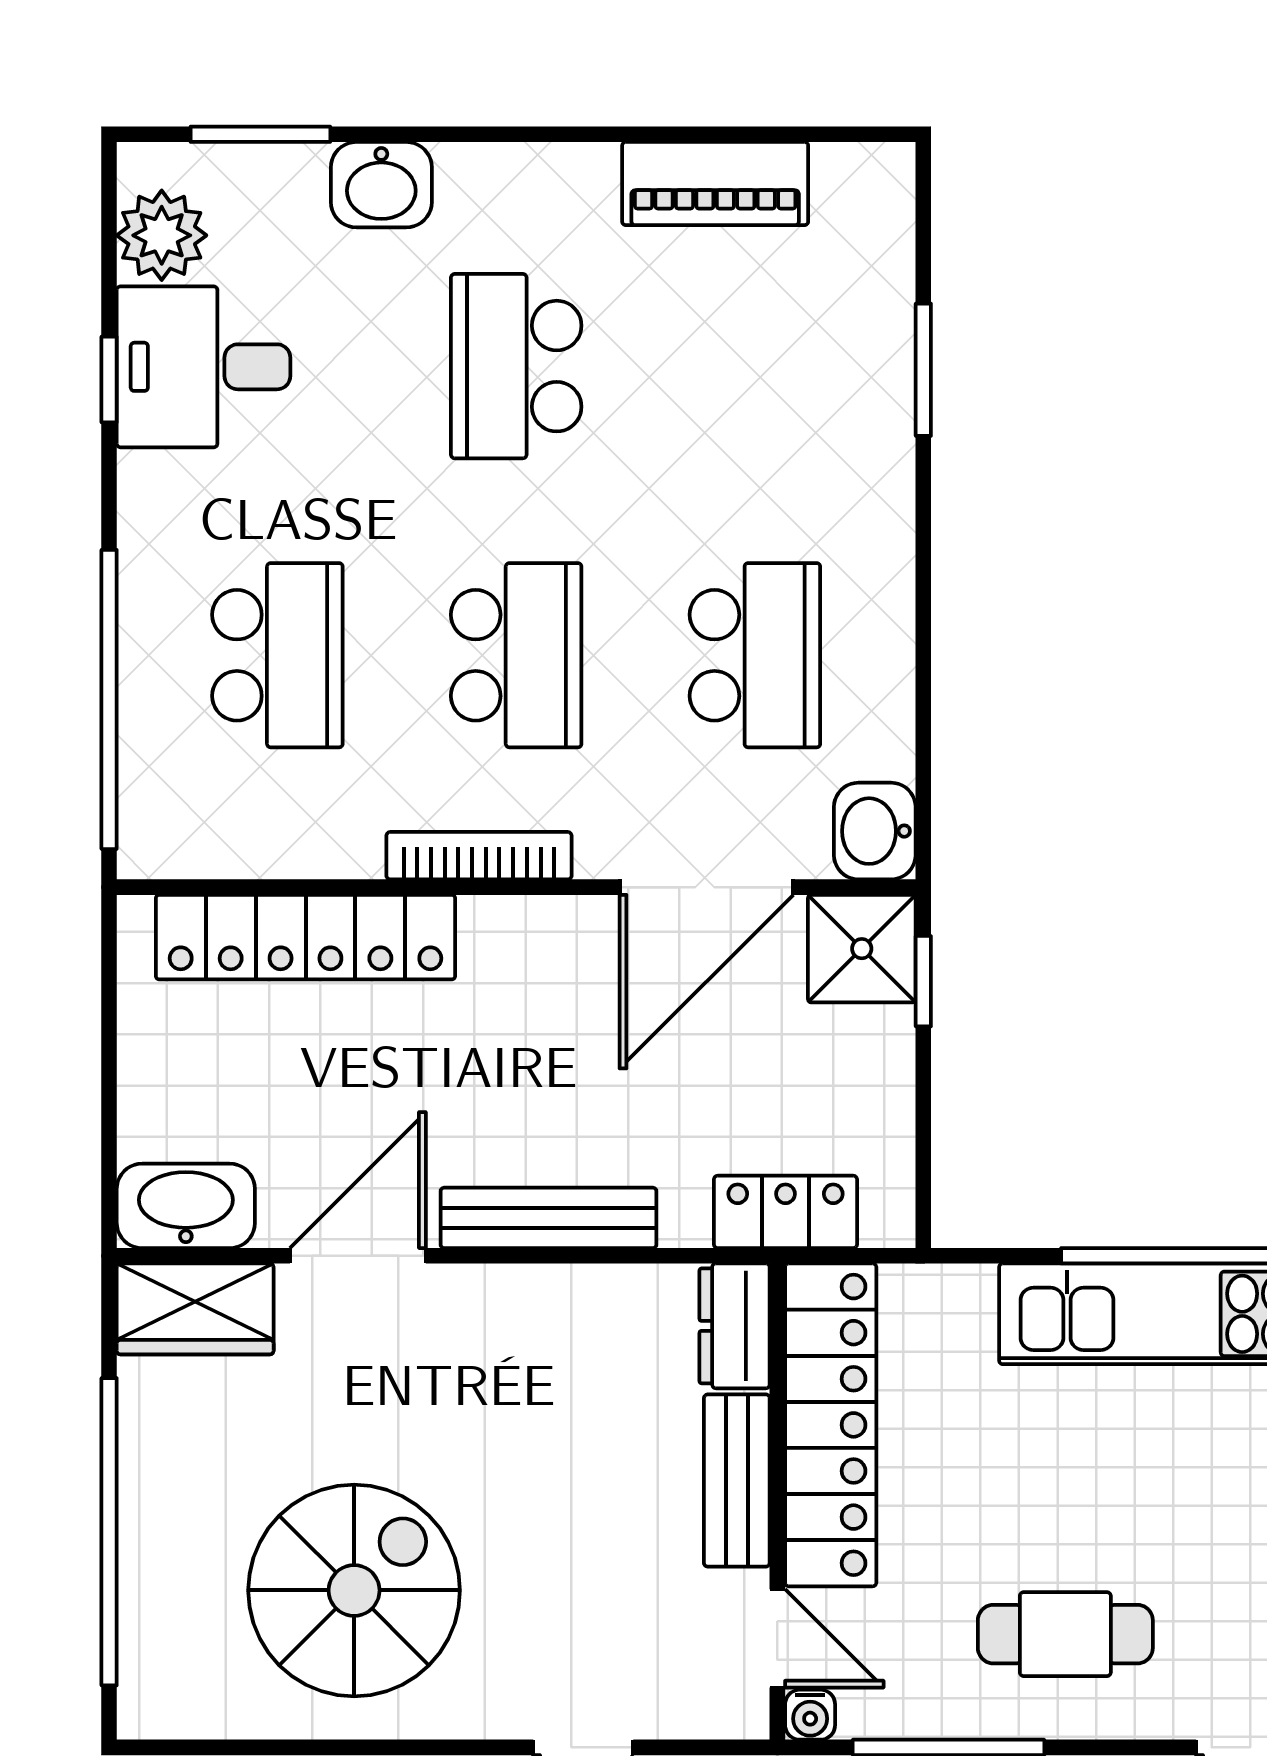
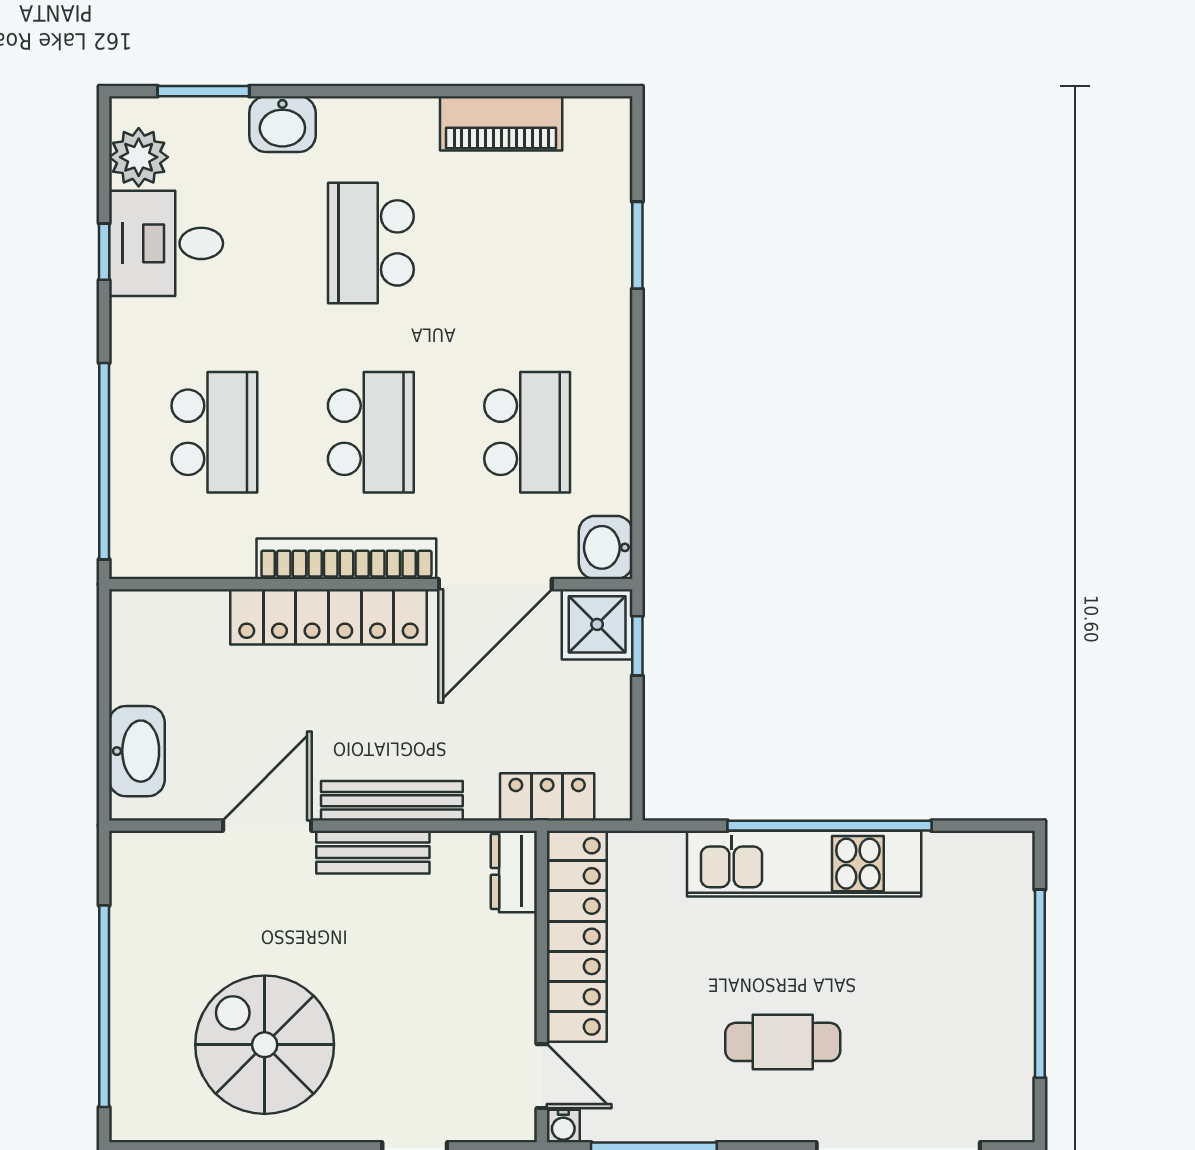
bookcase: (479, 856) -> (346, 559), width x1.48, depth x1.31
locker: (306, 937) -> (328, 617), moved
washbasin: (186, 1206) -> (137, 751), moved, turned 90
wardrobe: (195, 1309) -> (161, 860), removed
bench: (737, 1481) -> (373, 852), moved, turned 90
spiral stairs: (354, 1590) -> (265, 1045), turned -90
cafe table: (1065, 1634) -> (783, 1042), moved

